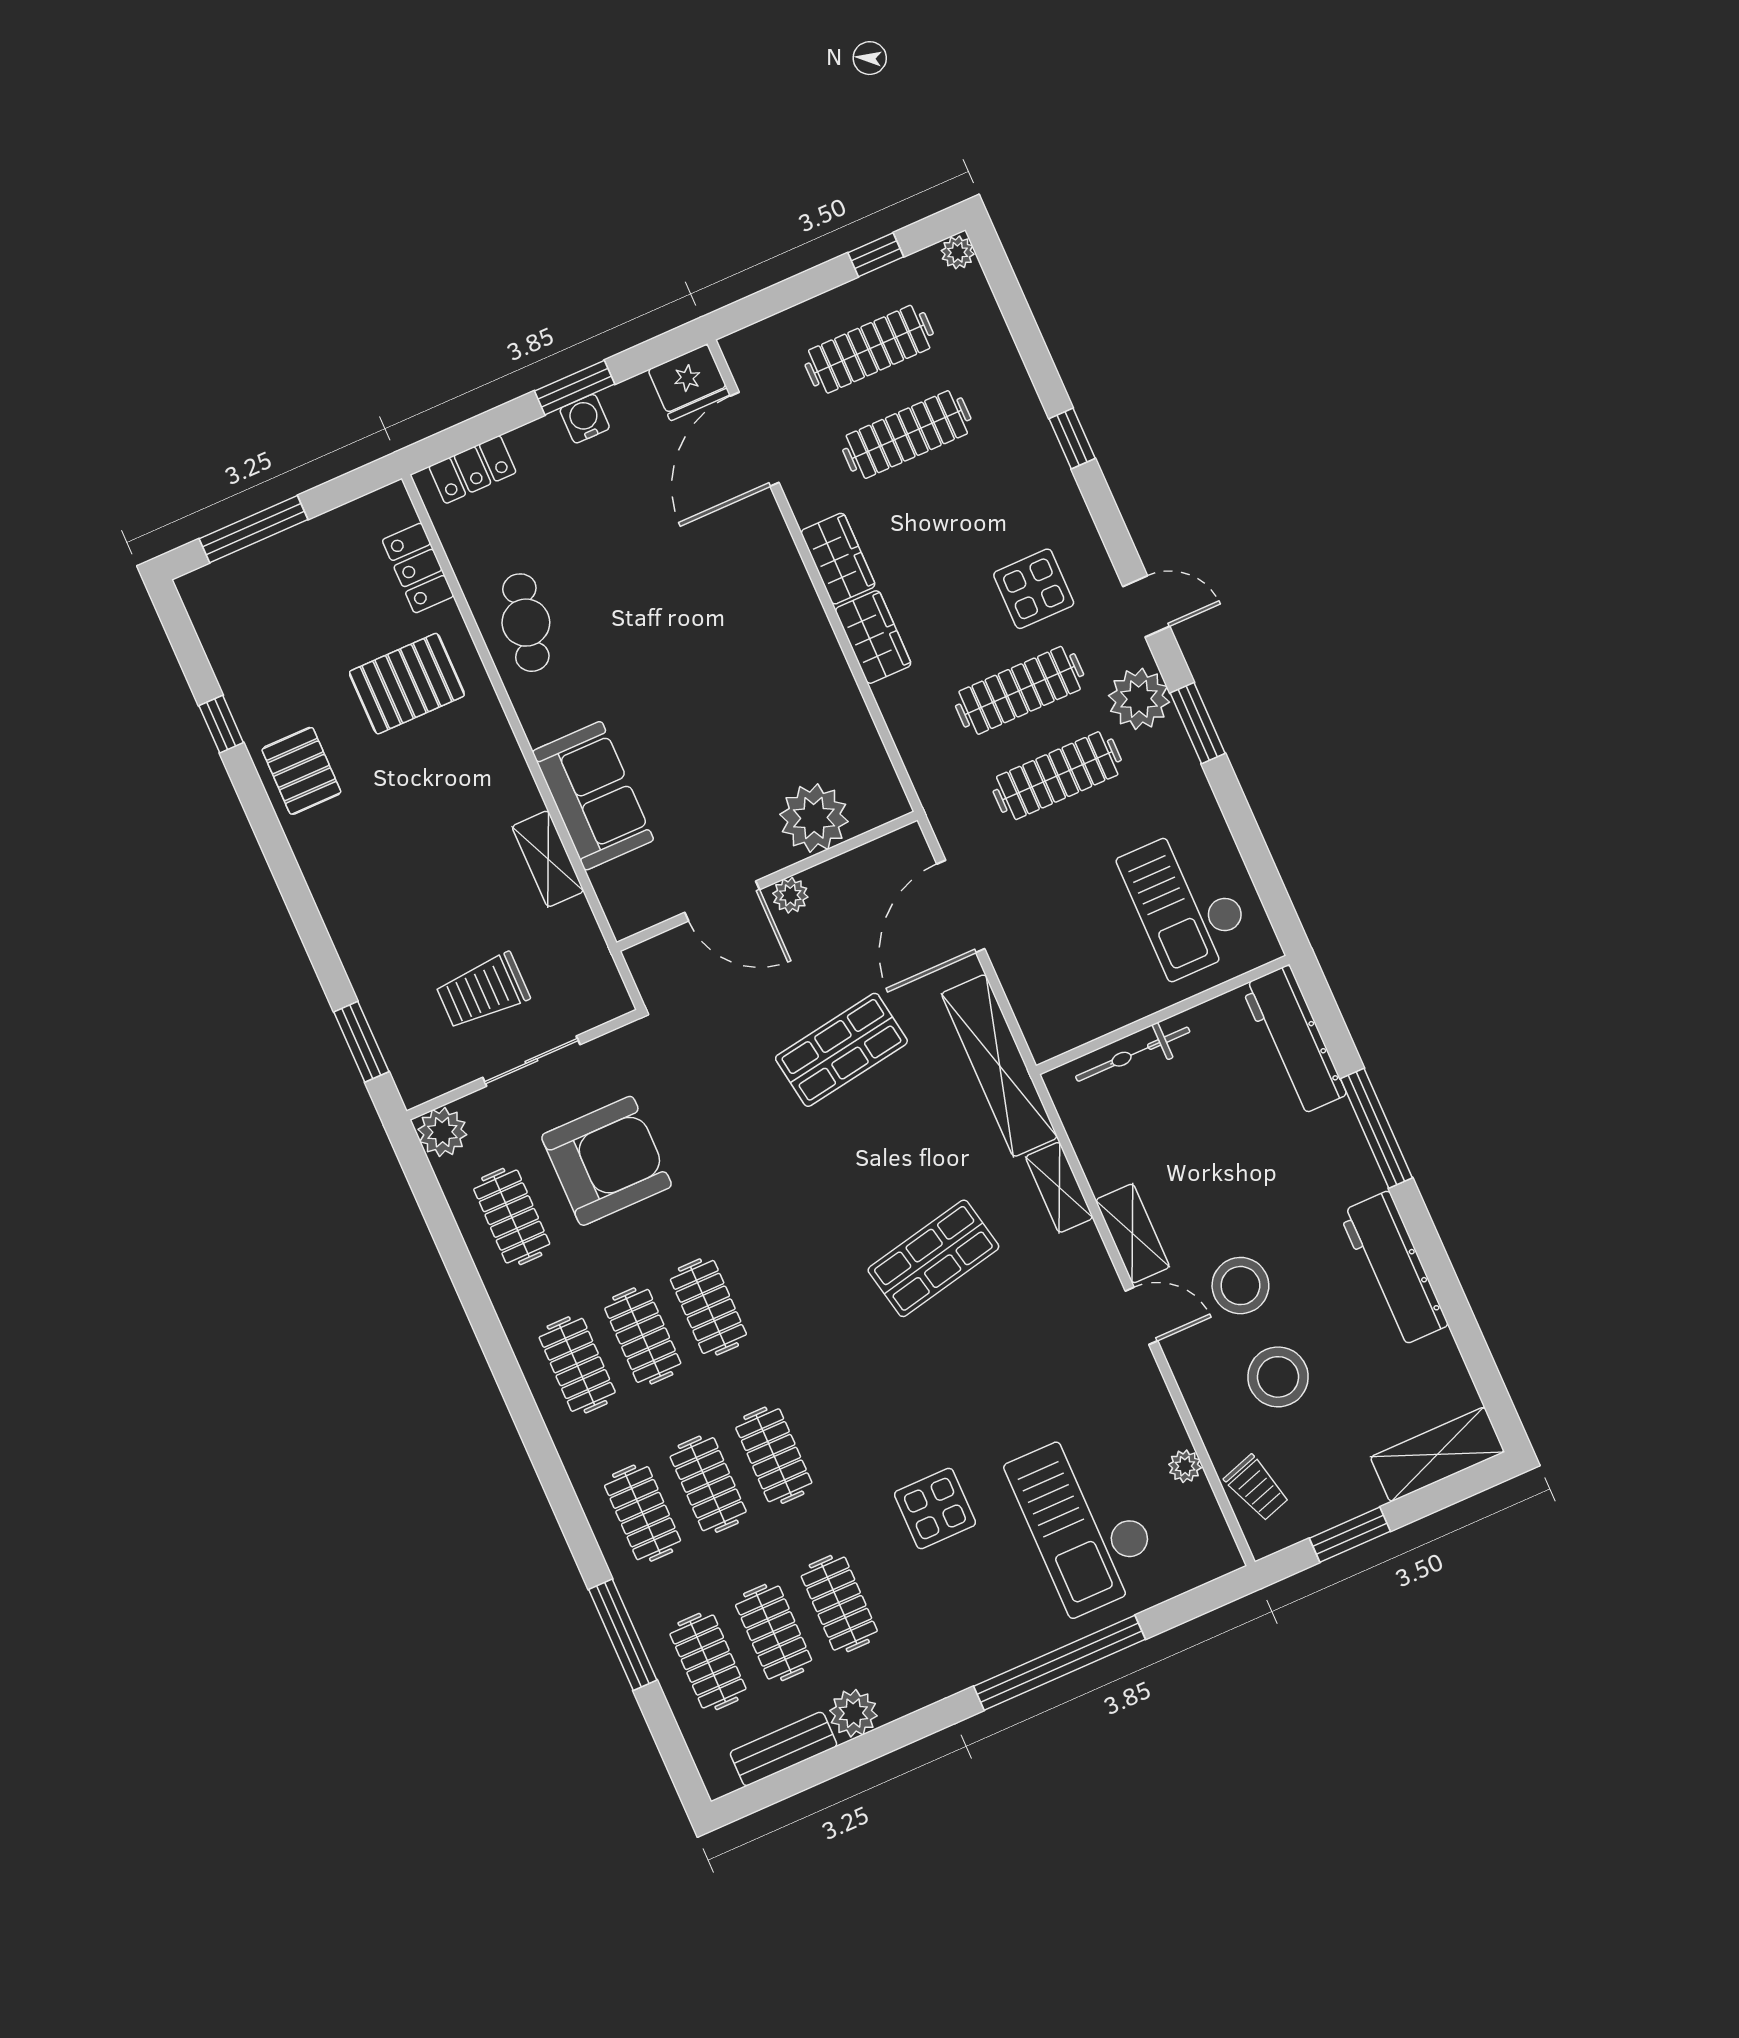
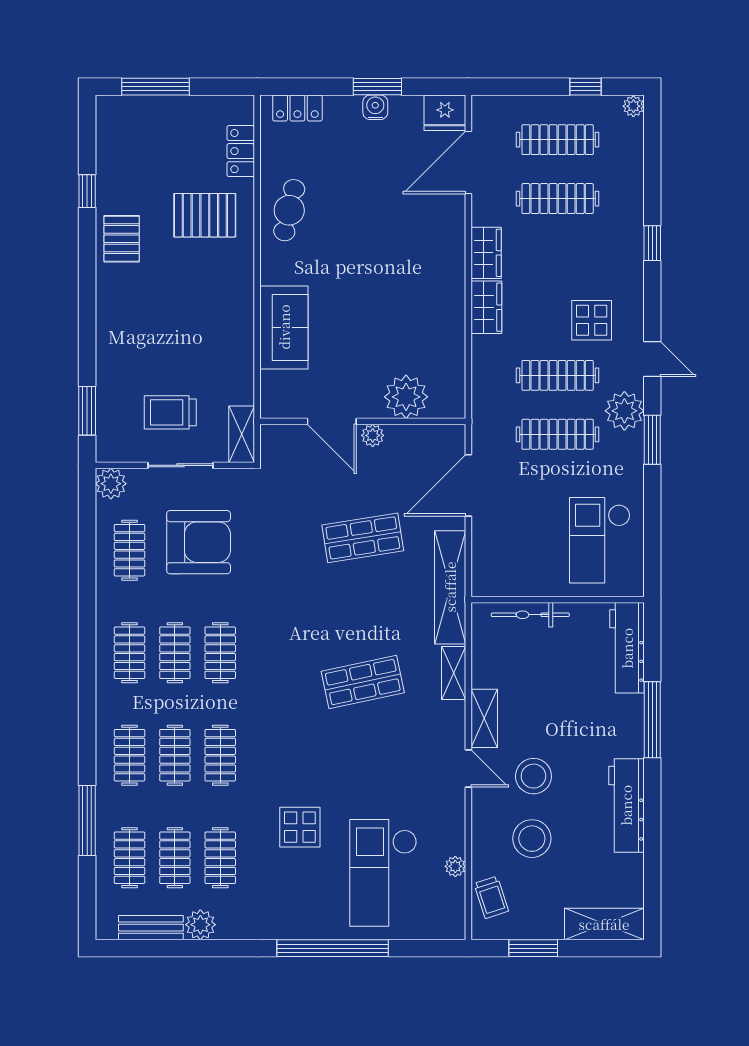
shelving: (548, 859) -> (242, 434), moved

